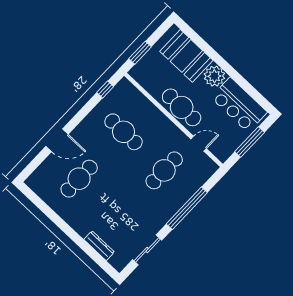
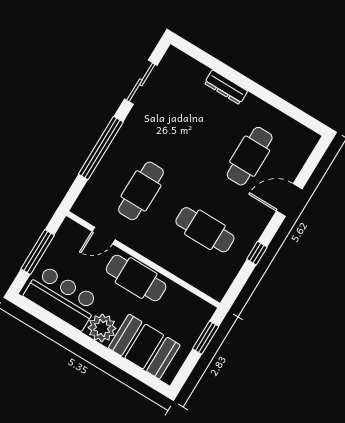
window: (105, 90) -> (257, 253), moved
dresser: (99, 246) -> (226, 87), moved

